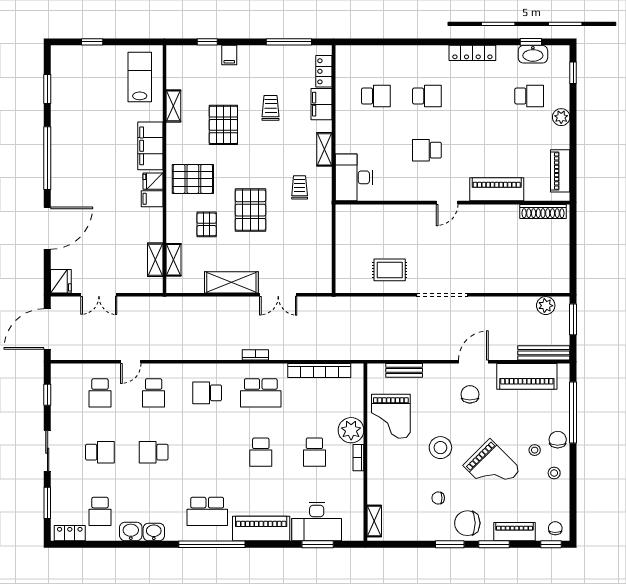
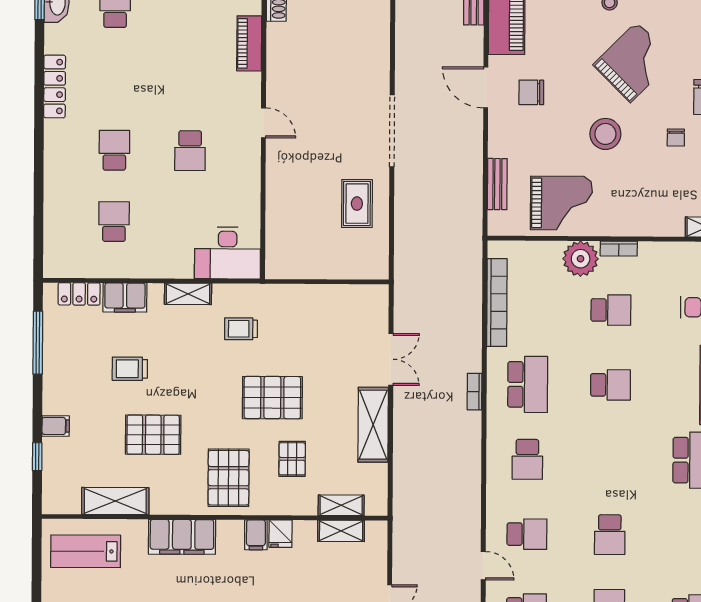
shelving: (173, 106) -> (115, 501), width x1.50, depth x1.33
fridge: (153, 181) -> (280, 534), moved
piano: (497, 189) -> (249, 43), width x0.73, depth x0.75
pallet: (207, 224) -> (292, 459), turned 90

